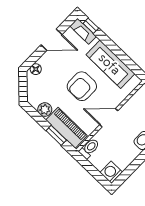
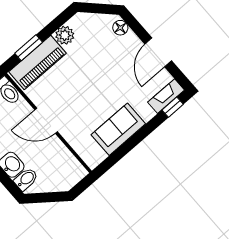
sofa: (110, 64) -> (118, 129), width x0.73
armchair: (82, 86) -> (92, 88), removed
door: (109, 118) -> (46, 121), swing flipped

